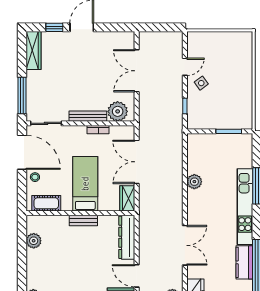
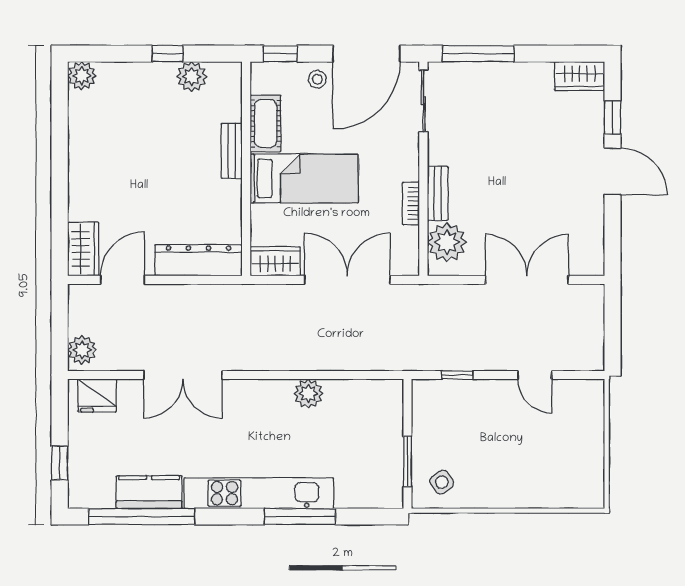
wardrobe: (33, 50) -> (580, 76), width x0.67
side table: (201, 83) -> (442, 482), moved
bench: (88, 116) -> (438, 193), width x0.73
window: (22, 196) -> (280, 54), added
cot: (46, 203) -> (266, 124), moved
bench: (83, 221) -> (232, 151), moved
window: (22, 253) -> (167, 54), added

